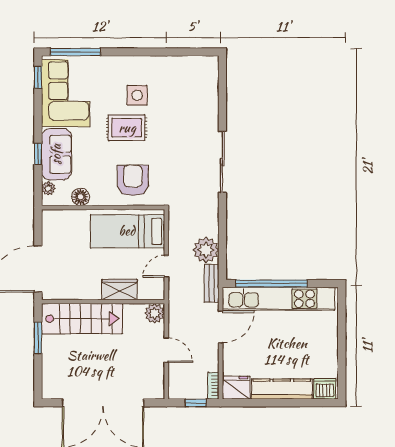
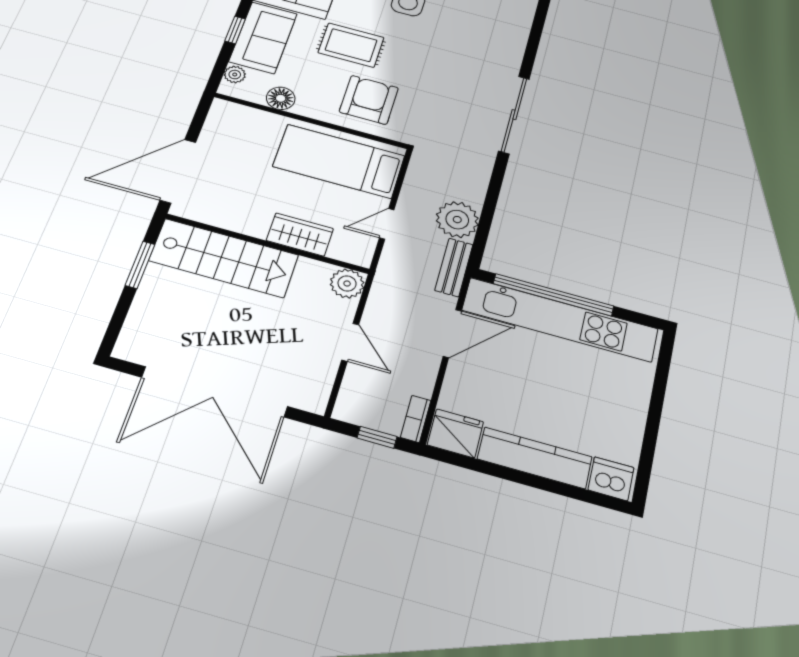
rug: (127, 128) -> (351, 45), moved

